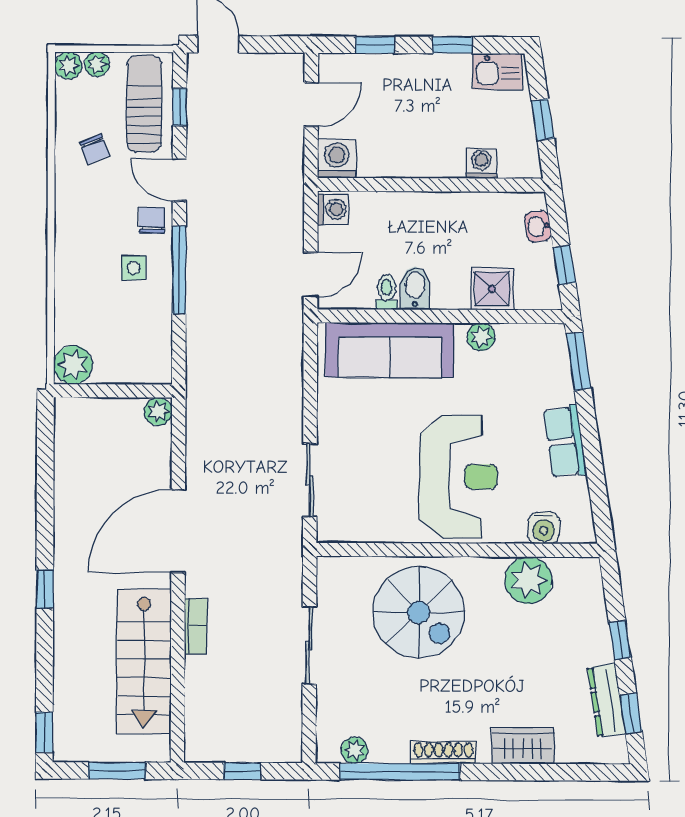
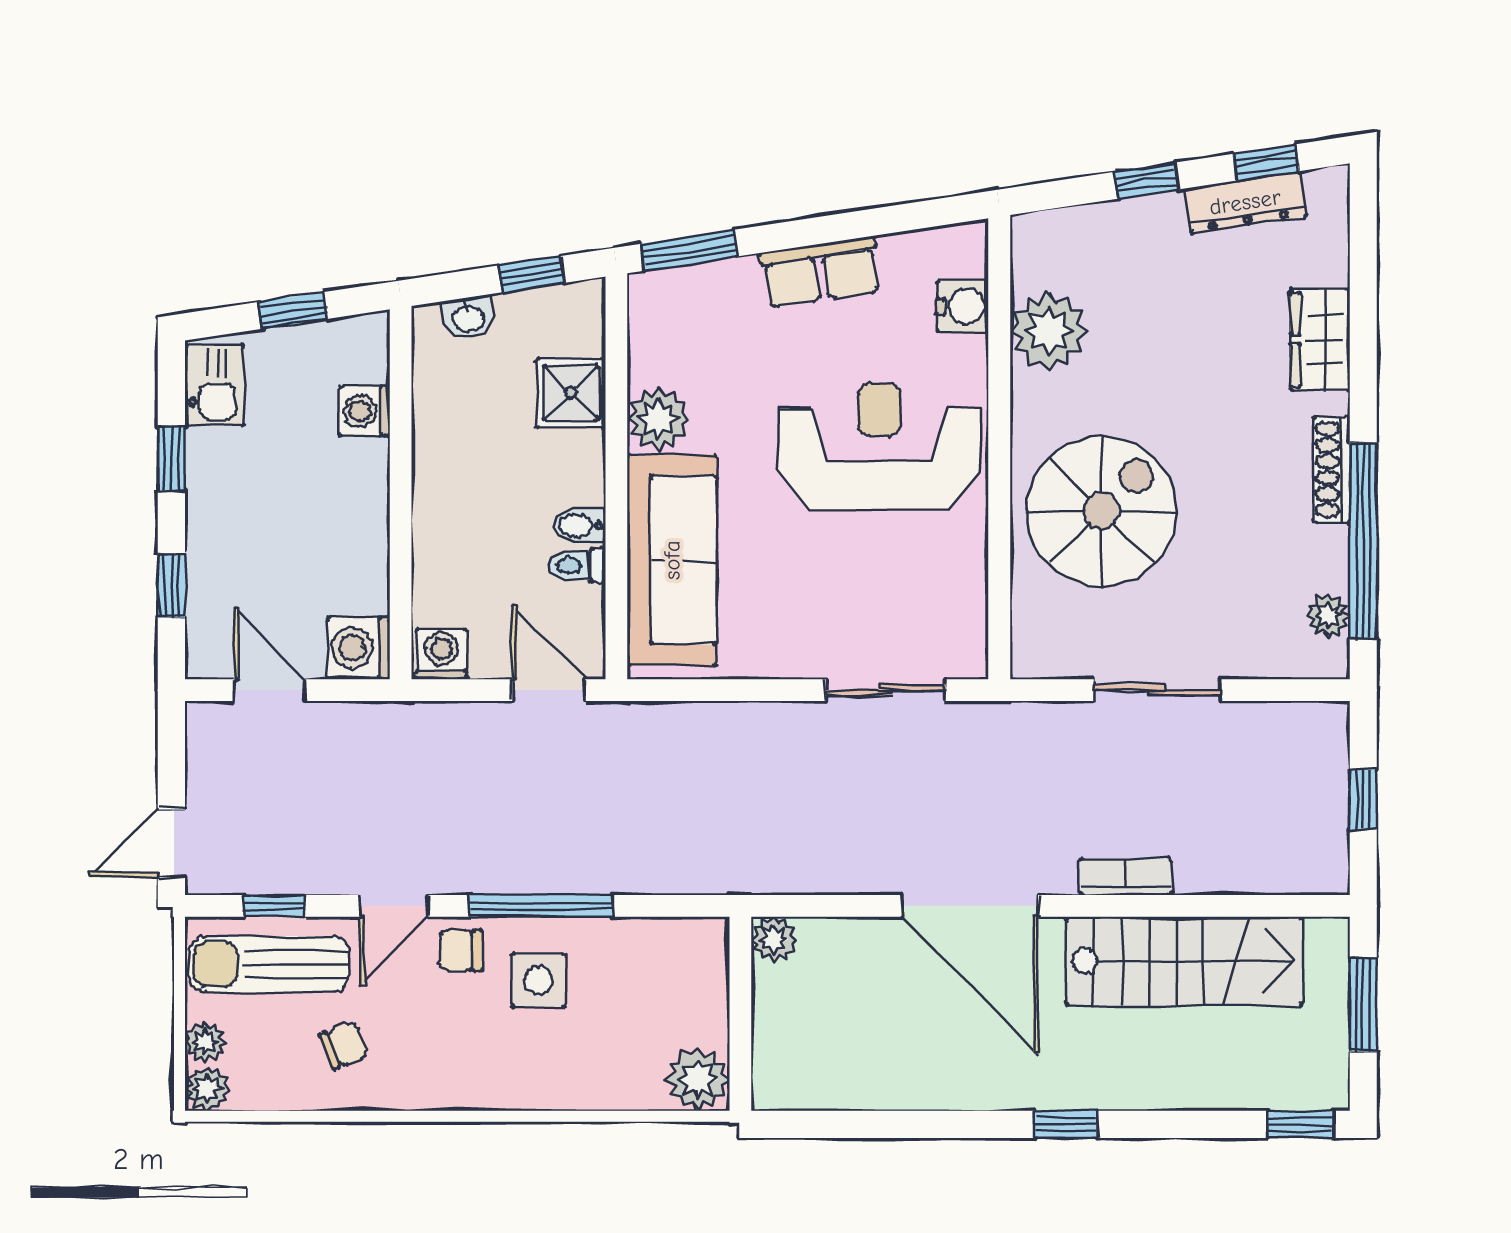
side table: (134, 268) -> (538, 980), width x1.37, depth x1.37
bidet: (415, 288) -> (579, 526), width x0.72, depth x0.74
plant: (481, 337) -> (658, 419), width x1.38, depth x1.38

